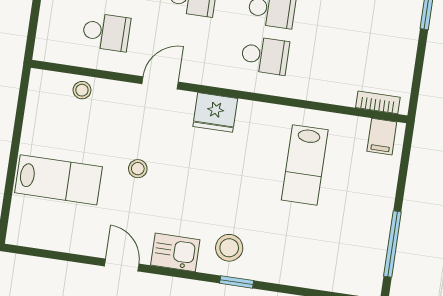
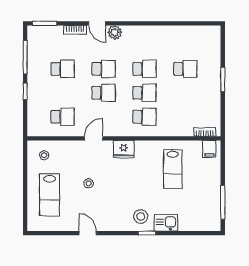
stool: (82, 90) -> (44, 155), moved
lab bench: (59, 180) -> (50, 195), turned 90
kitchen sink: (175, 252) -> (166, 223), moved

